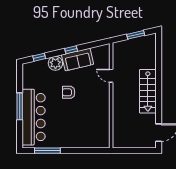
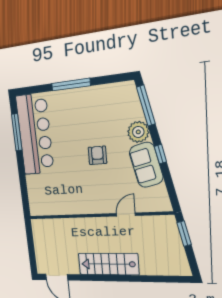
window: (136, 35) -> (184, 234), moved
window: (39, 57) -> (146, 106), width x2.17
bar counter: (34, 117) -> (35, 134), moved, turned -90

